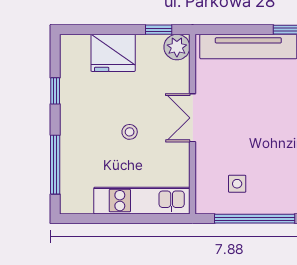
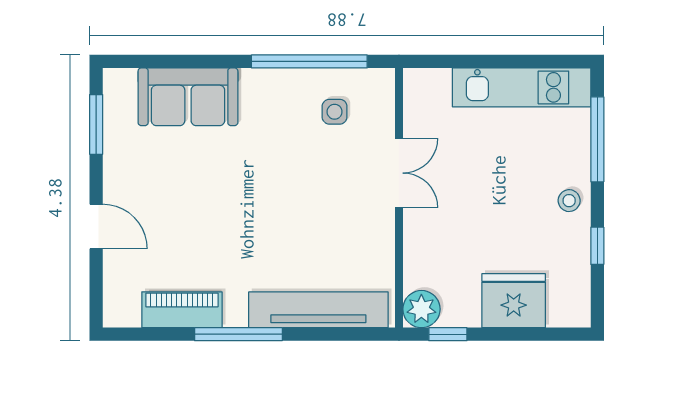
double door: (193, 118) -> (399, 173), moved
stool: (130, 132) -> (569, 201), moved
kitchen unit: (142, 201) -> (522, 87), moved

